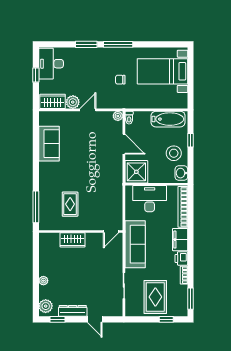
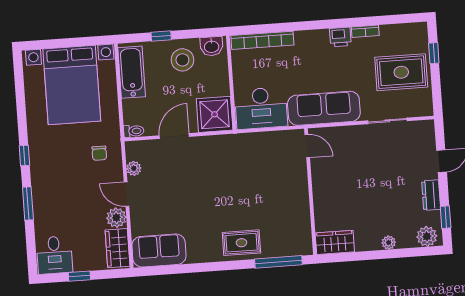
window: (118, 44) -> (24, 156), width x0.46
desk: (51, 64) -> (54, 255), width x0.73
bed with nightstands: (162, 71) -> (72, 85), width x1.36
chair: (120, 80) -> (99, 153), moved
plant: (118, 116) -> (134, 168), moved
sofa: (49, 144) -> (159, 251), moved
desk: (150, 199) -> (261, 108), moved, turned -90
rug: (70, 204) -> (241, 243), moved
wardrobe: (72, 240) -> (335, 242), moved, turned -90
filing cabinet: (180, 240) -> (312, 41), removed
window: (191, 299) -> (400, 19), removed
dresser: (73, 311) -> (431, 195), width x0.70

